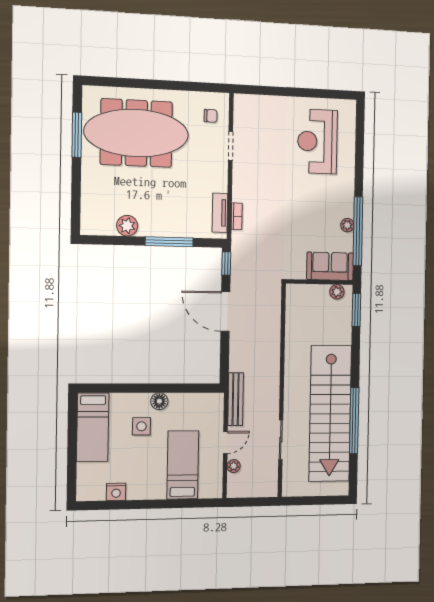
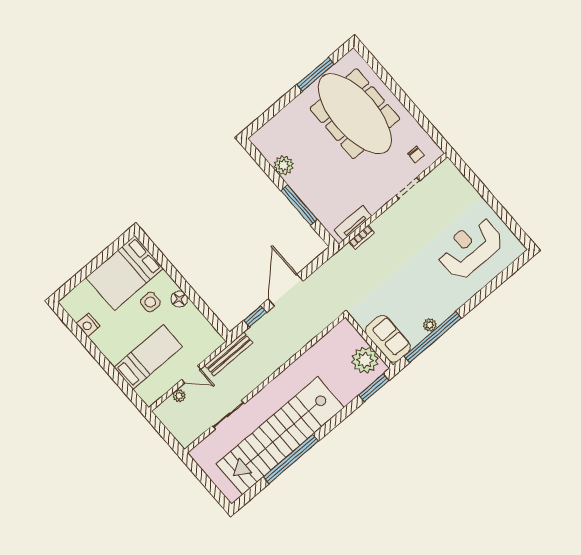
window: (226, 263) -> (255, 316), moved
plant: (337, 292) -> (365, 360), width x1.88, depth x1.88
bed: (93, 427) -> (125, 273), width x1.50

